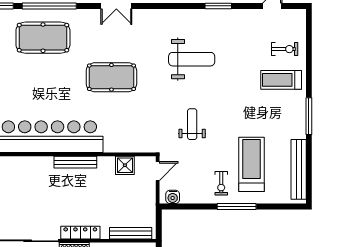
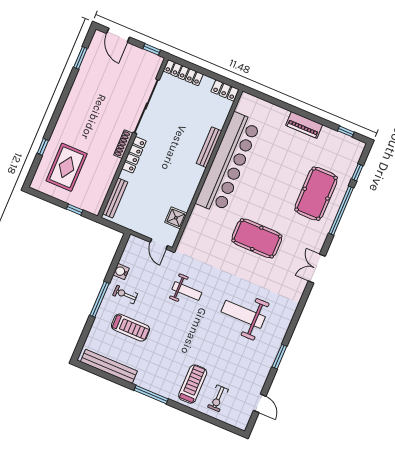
weight bench: (192, 59) -> (243, 314), turned 90
pool table: (111, 77) -> (257, 238), turned 90
bench: (75, 162) -> (209, 147), moved
treadmill: (251, 164) -> (130, 328), width x0.73, depth x0.73
water cooler: (173, 197) -> (121, 272), moved

